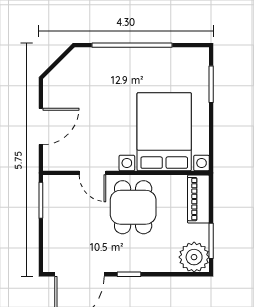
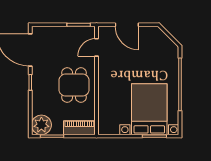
bed with nightstands: (164, 132) -> (149, 109), moved, turned -90
door: (92, 173) -> (96, 47), moved
dining table: (133, 207) -> (74, 85), turned 90

